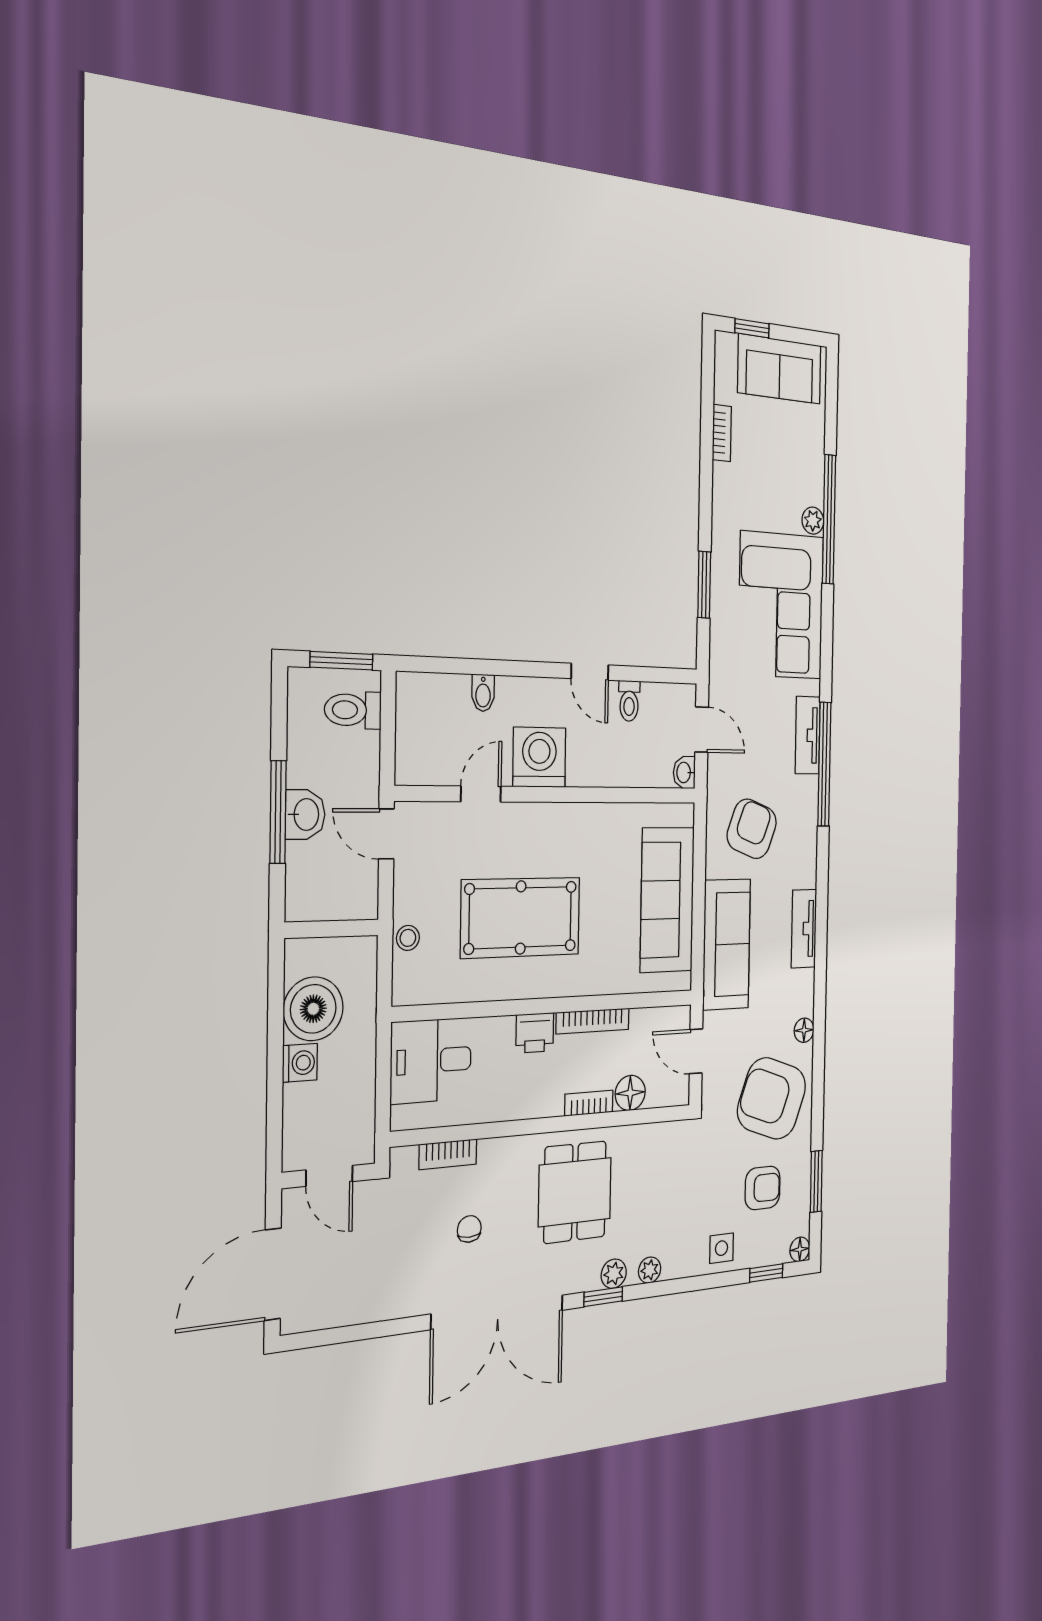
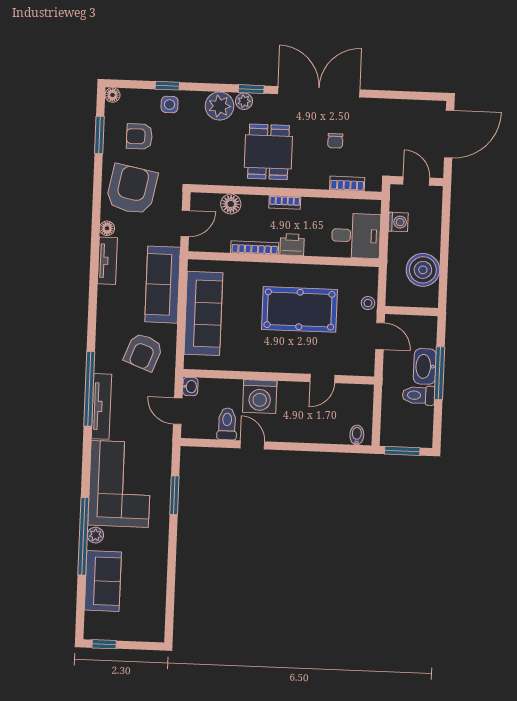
window: (752, 328) -> (104, 644), moved
sofa: (780, 369) -> (103, 581), moved, turned 90
bookcase: (722, 433) -> (160, 583), removed
bidet: (483, 693) -> (357, 435), moved
toilet: (629, 701) -> (227, 424), width x1.37, depth x1.39
toilet: (353, 710) -> (419, 395), moved, turned 180
tv unit: (808, 735) -> (101, 406), width x1.41
washing machine: (539, 757) -> (260, 397), moved
washbasin: (305, 814) -> (425, 366), width x1.38
door: (386, 834) -> (380, 336), moved
tv unit: (804, 929) -> (107, 261), moved
door: (696, 1051) -> (185, 223), hinge flipped
washing machine: (300, 1063) -> (398, 222), moved, turned 180
armchair: (772, 1098) -> (132, 190), turned -99
bookcase: (589, 1103) -> (285, 202), moved
plant: (650, 1270) -> (220, 106), width x1.87, depth x1.87
window: (766, 1273) -> (167, 86), moved

